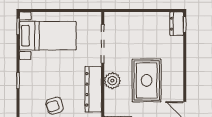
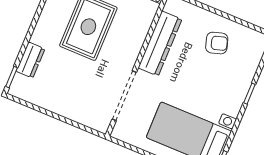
dresser: (177, 24) -> (30, 60), moved
plant: (112, 81) -> (131, 44), removed

